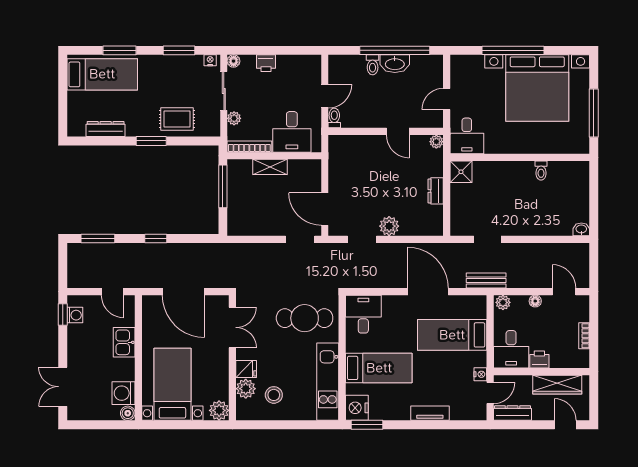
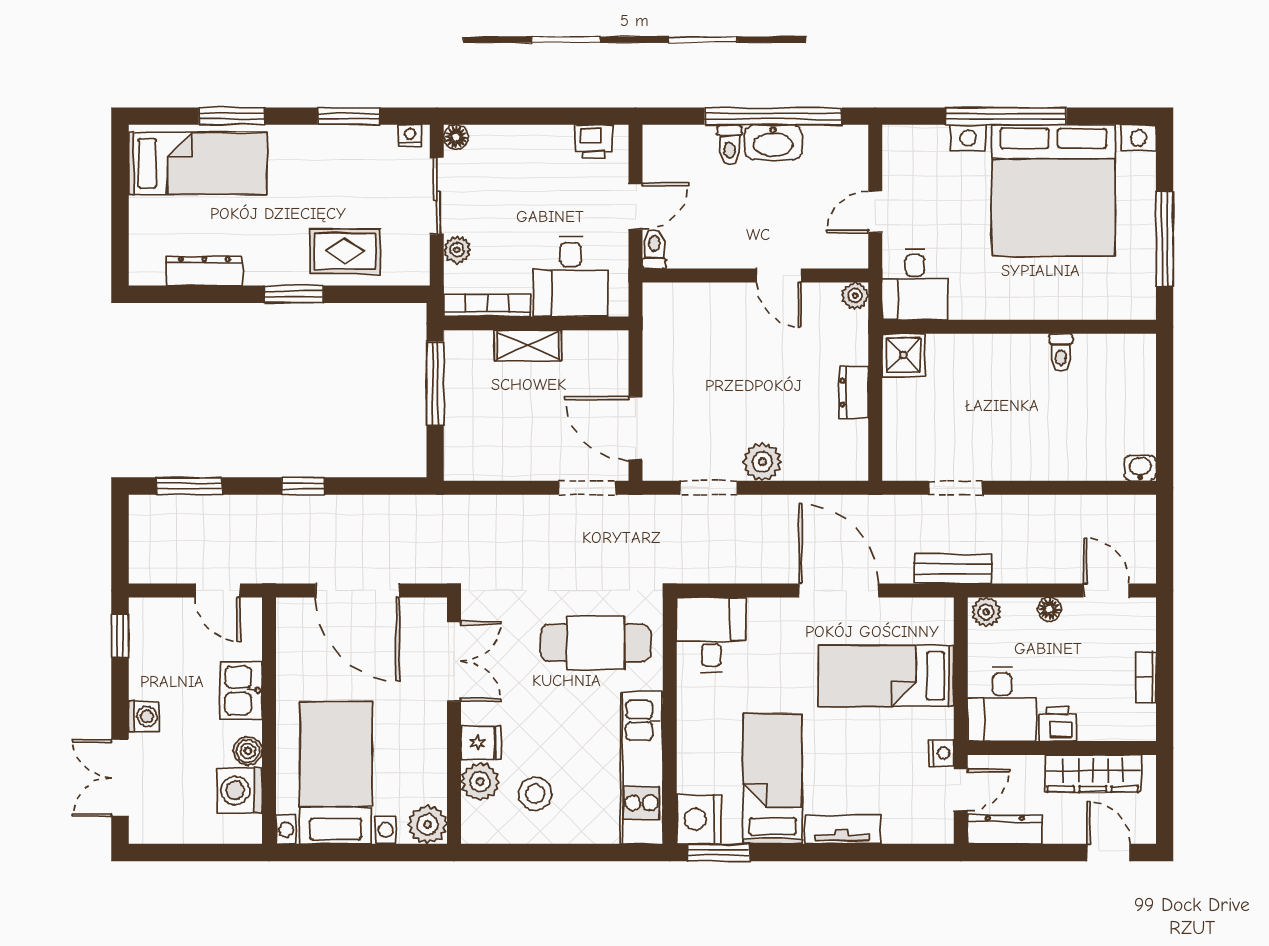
printer: (266, 63) -> (594, 141), moved
washing machine: (75, 315) -> (144, 716), moved
bed: (379, 368) -> (773, 779), moved, turned -90
boiler: (128, 413) -> (248, 751), moved

